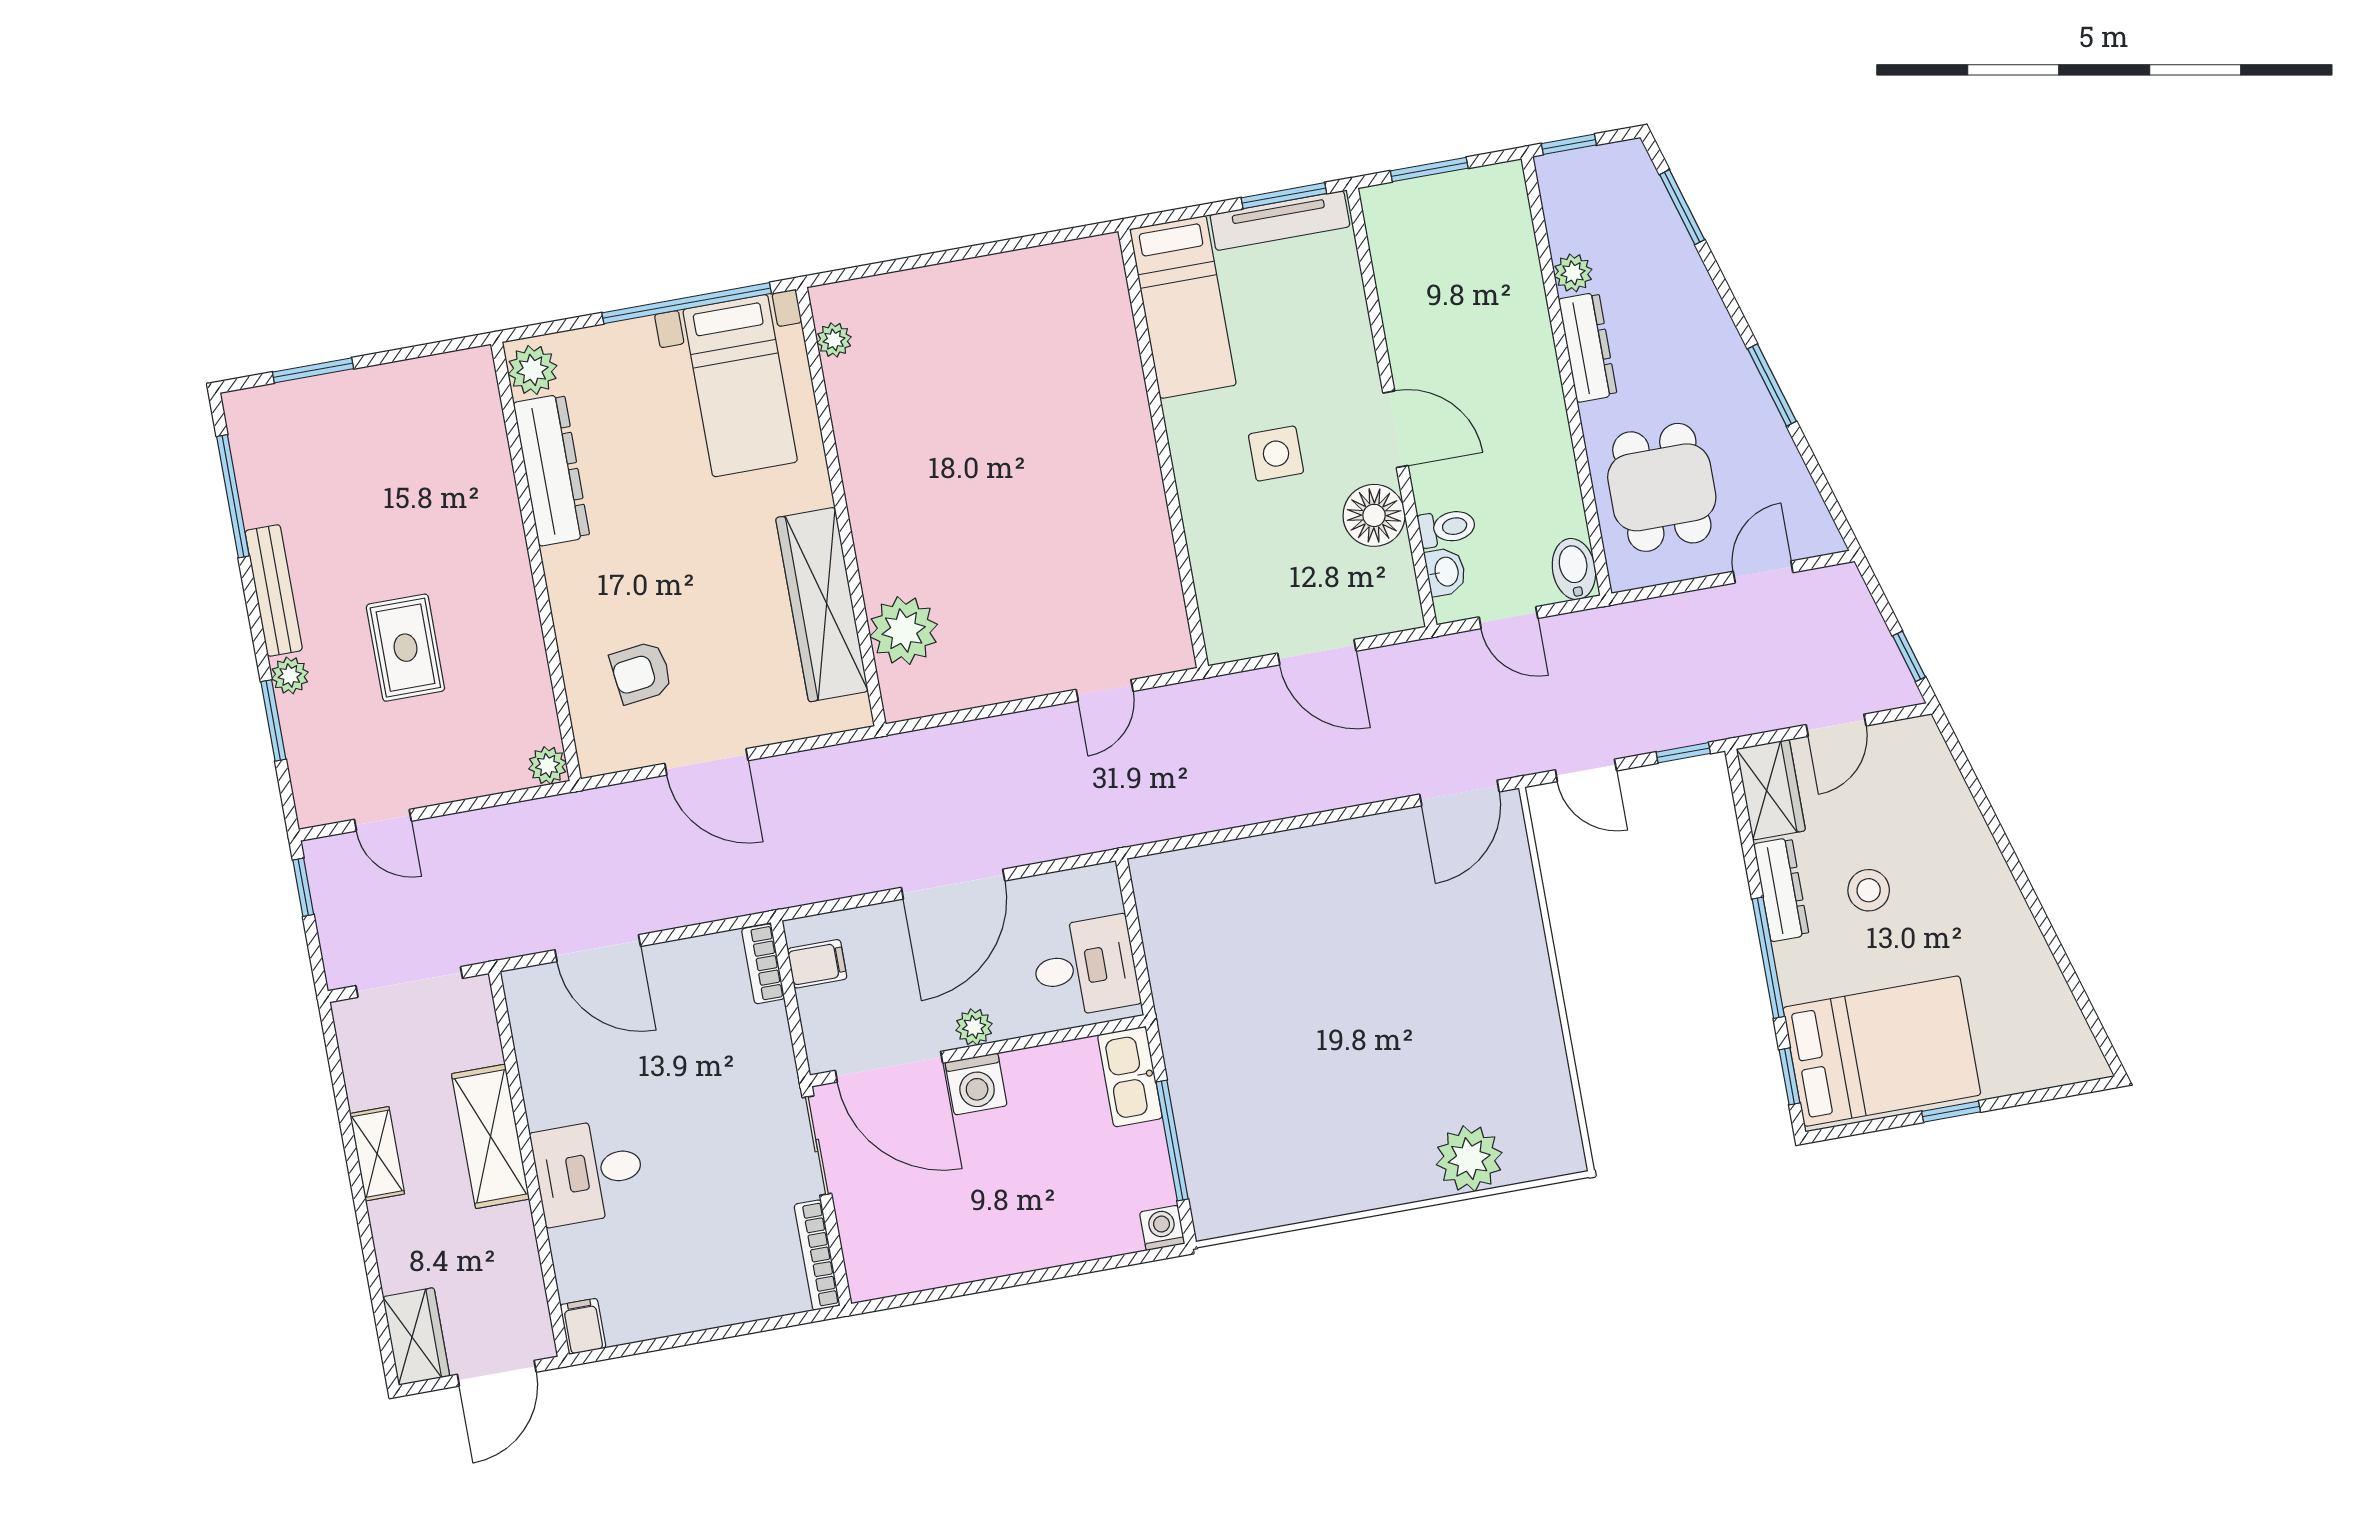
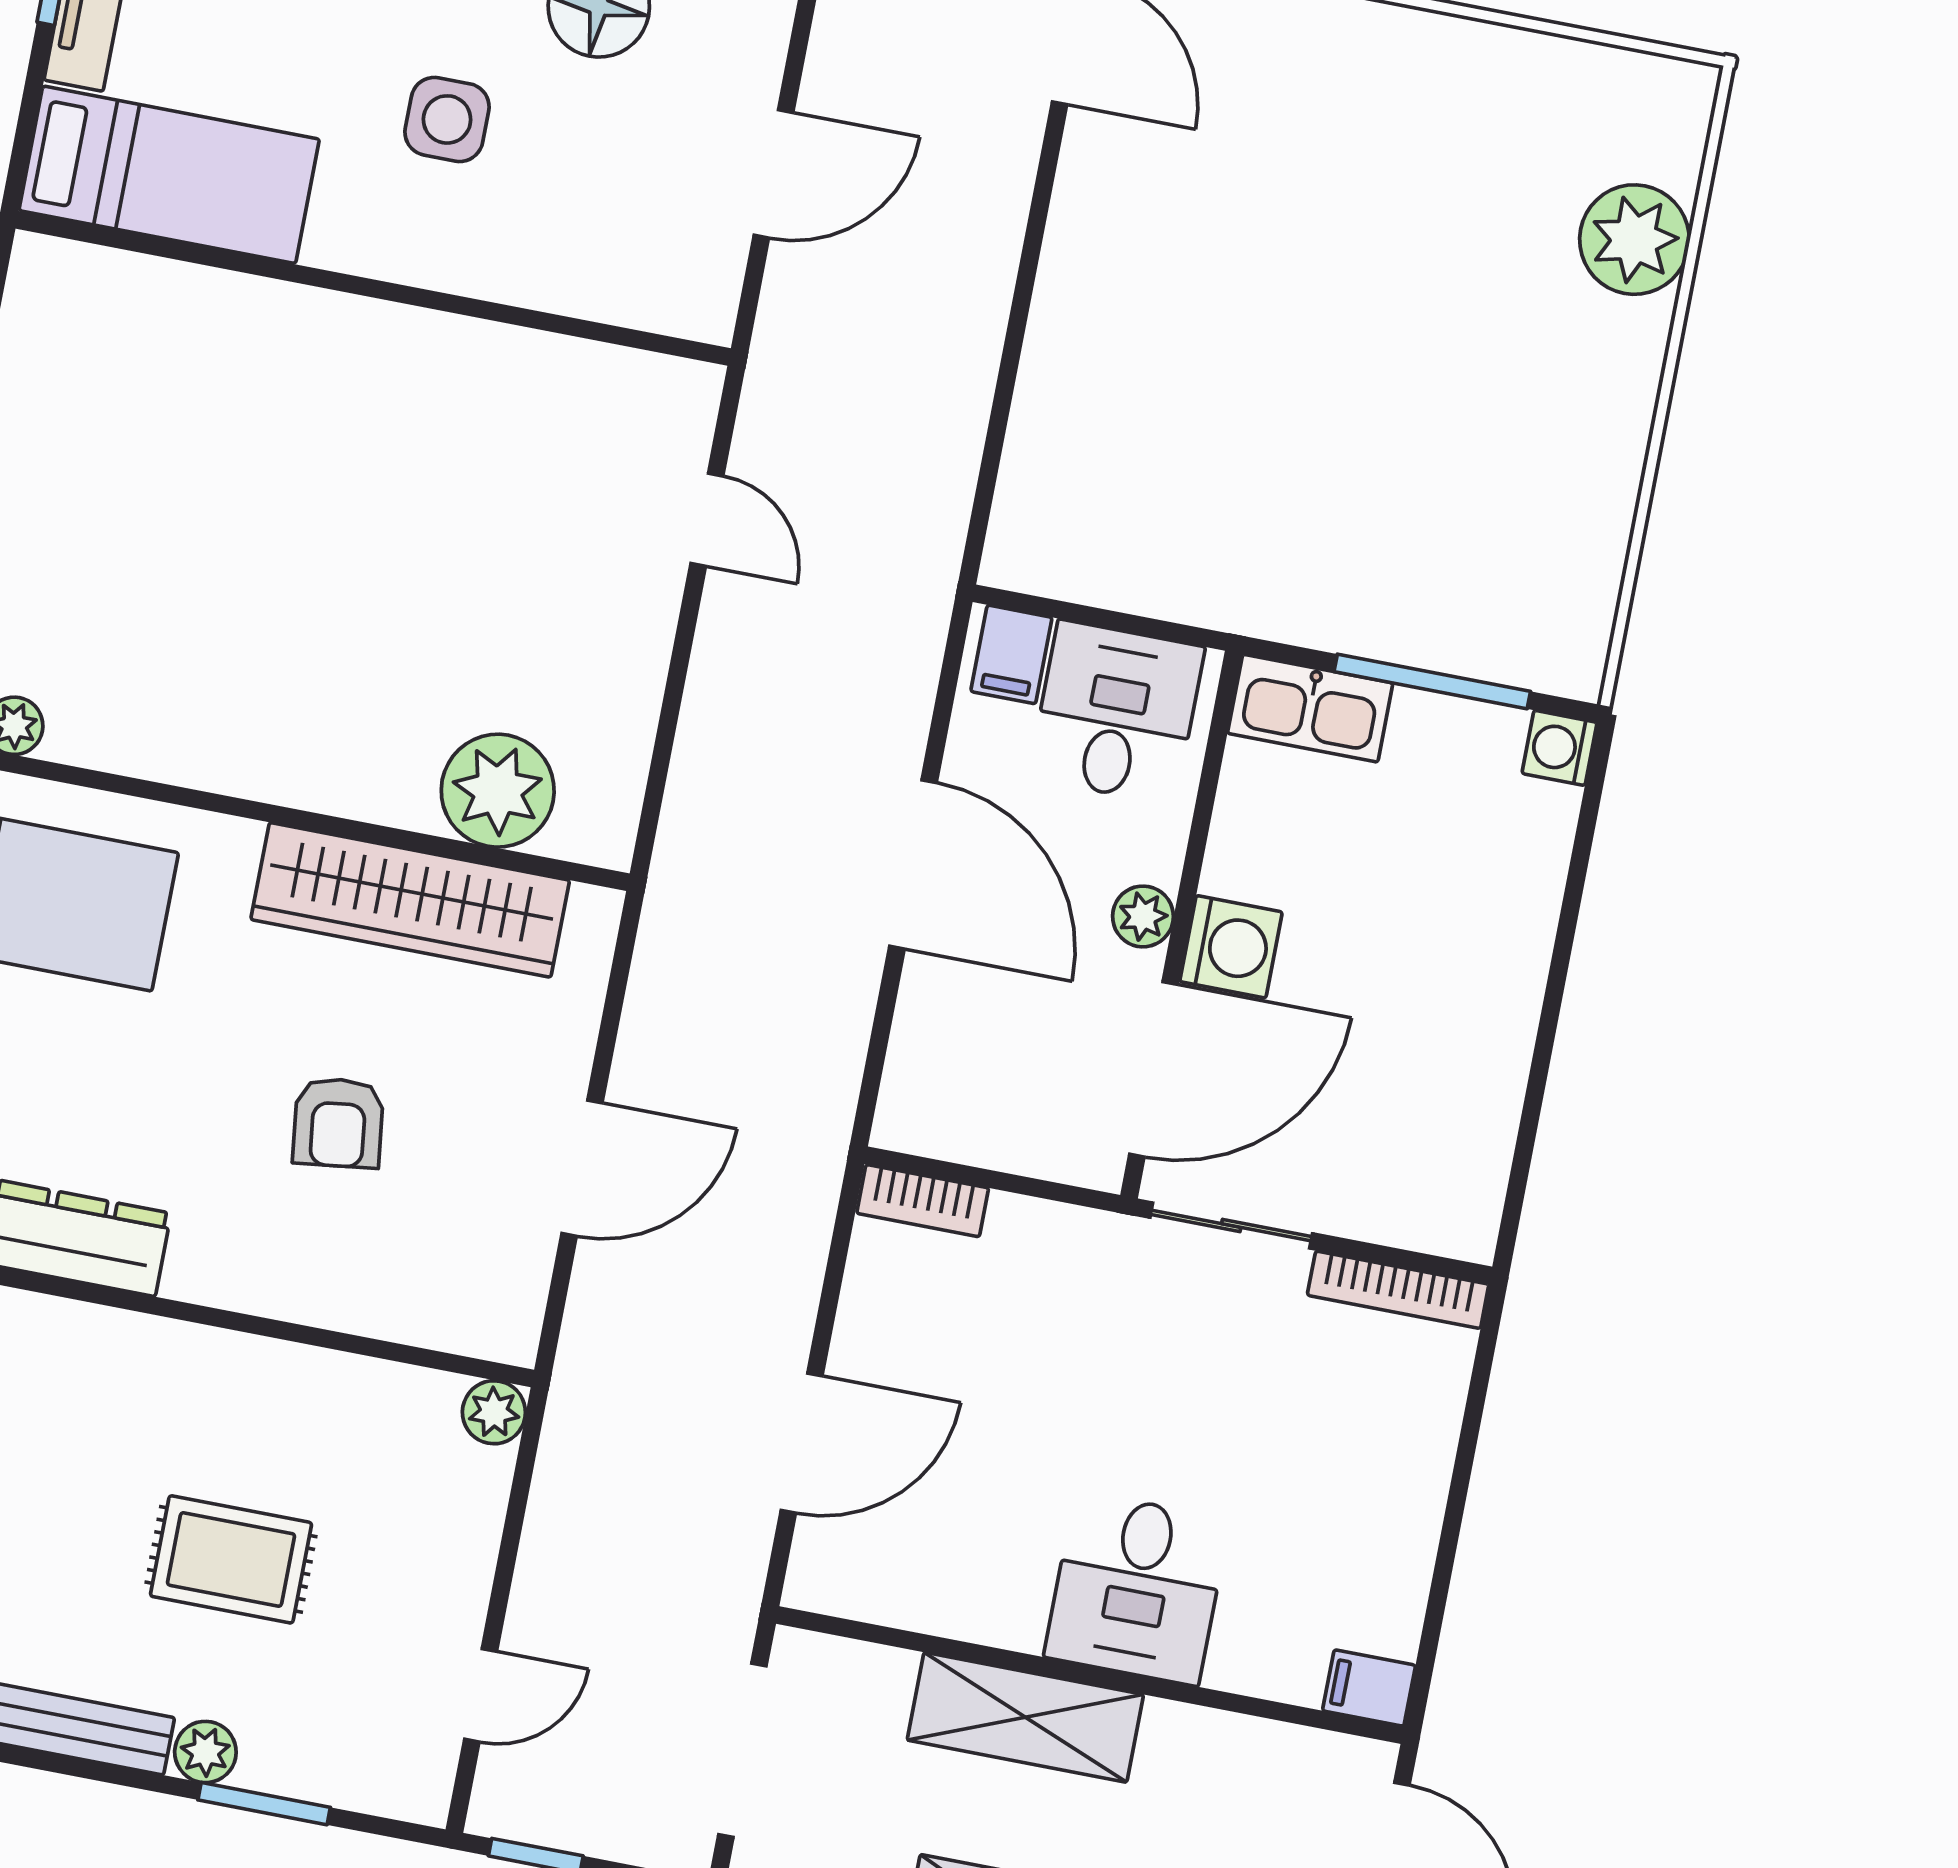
armchair: (641, 672) -> (338, 1123), moved
filing cabinet: (817, 964) -> (1011, 654), moved, turned 180

